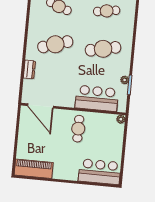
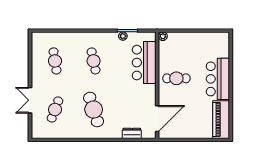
cafe table: (103, 49) -> (94, 61), width x0.73, depth x0.74
dresser: (29, 70) -> (132, 133), moved
bar counter: (100, 172) -> (218, 79), moved

